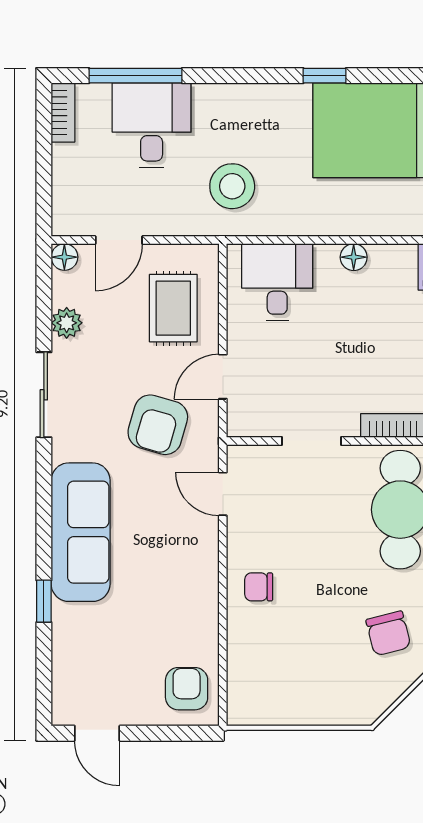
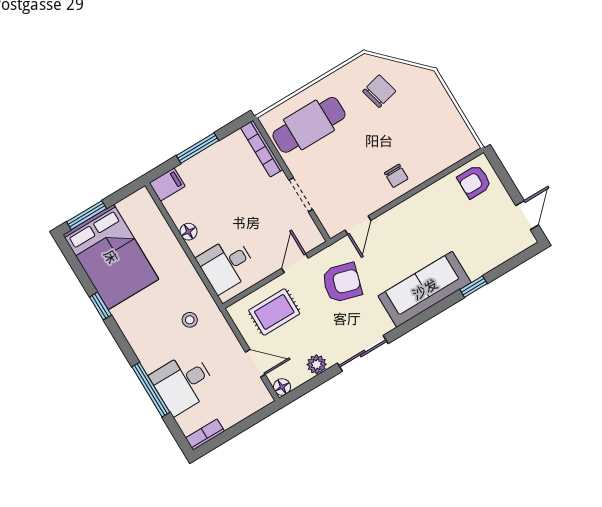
window: (135, 76) -> (151, 390), moved
stool: (232, 186) -> (190, 320), width x0.53, depth x0.53
door: (223, 377) -> (295, 263), swing flipped

